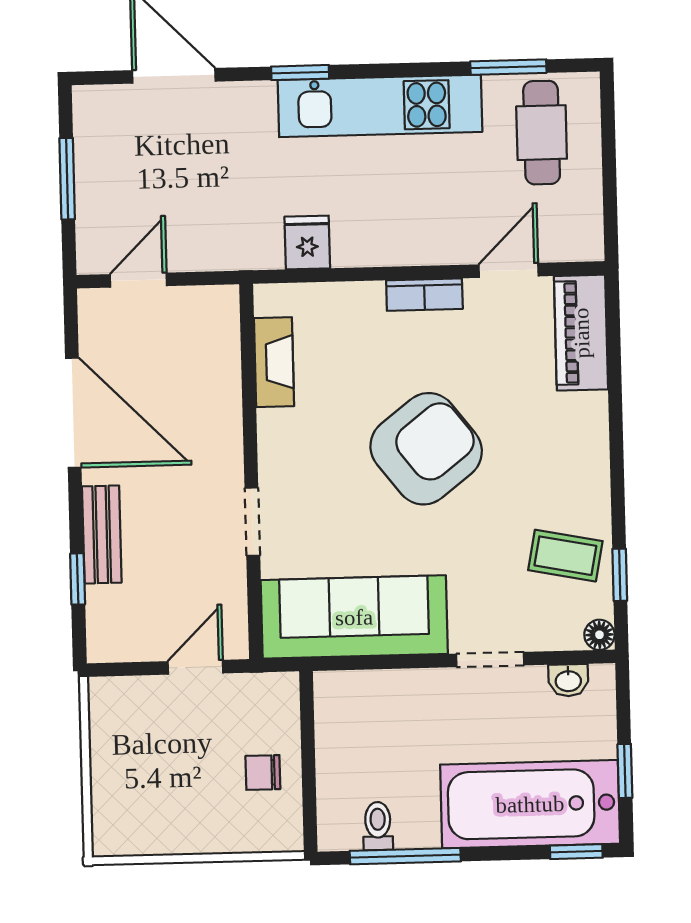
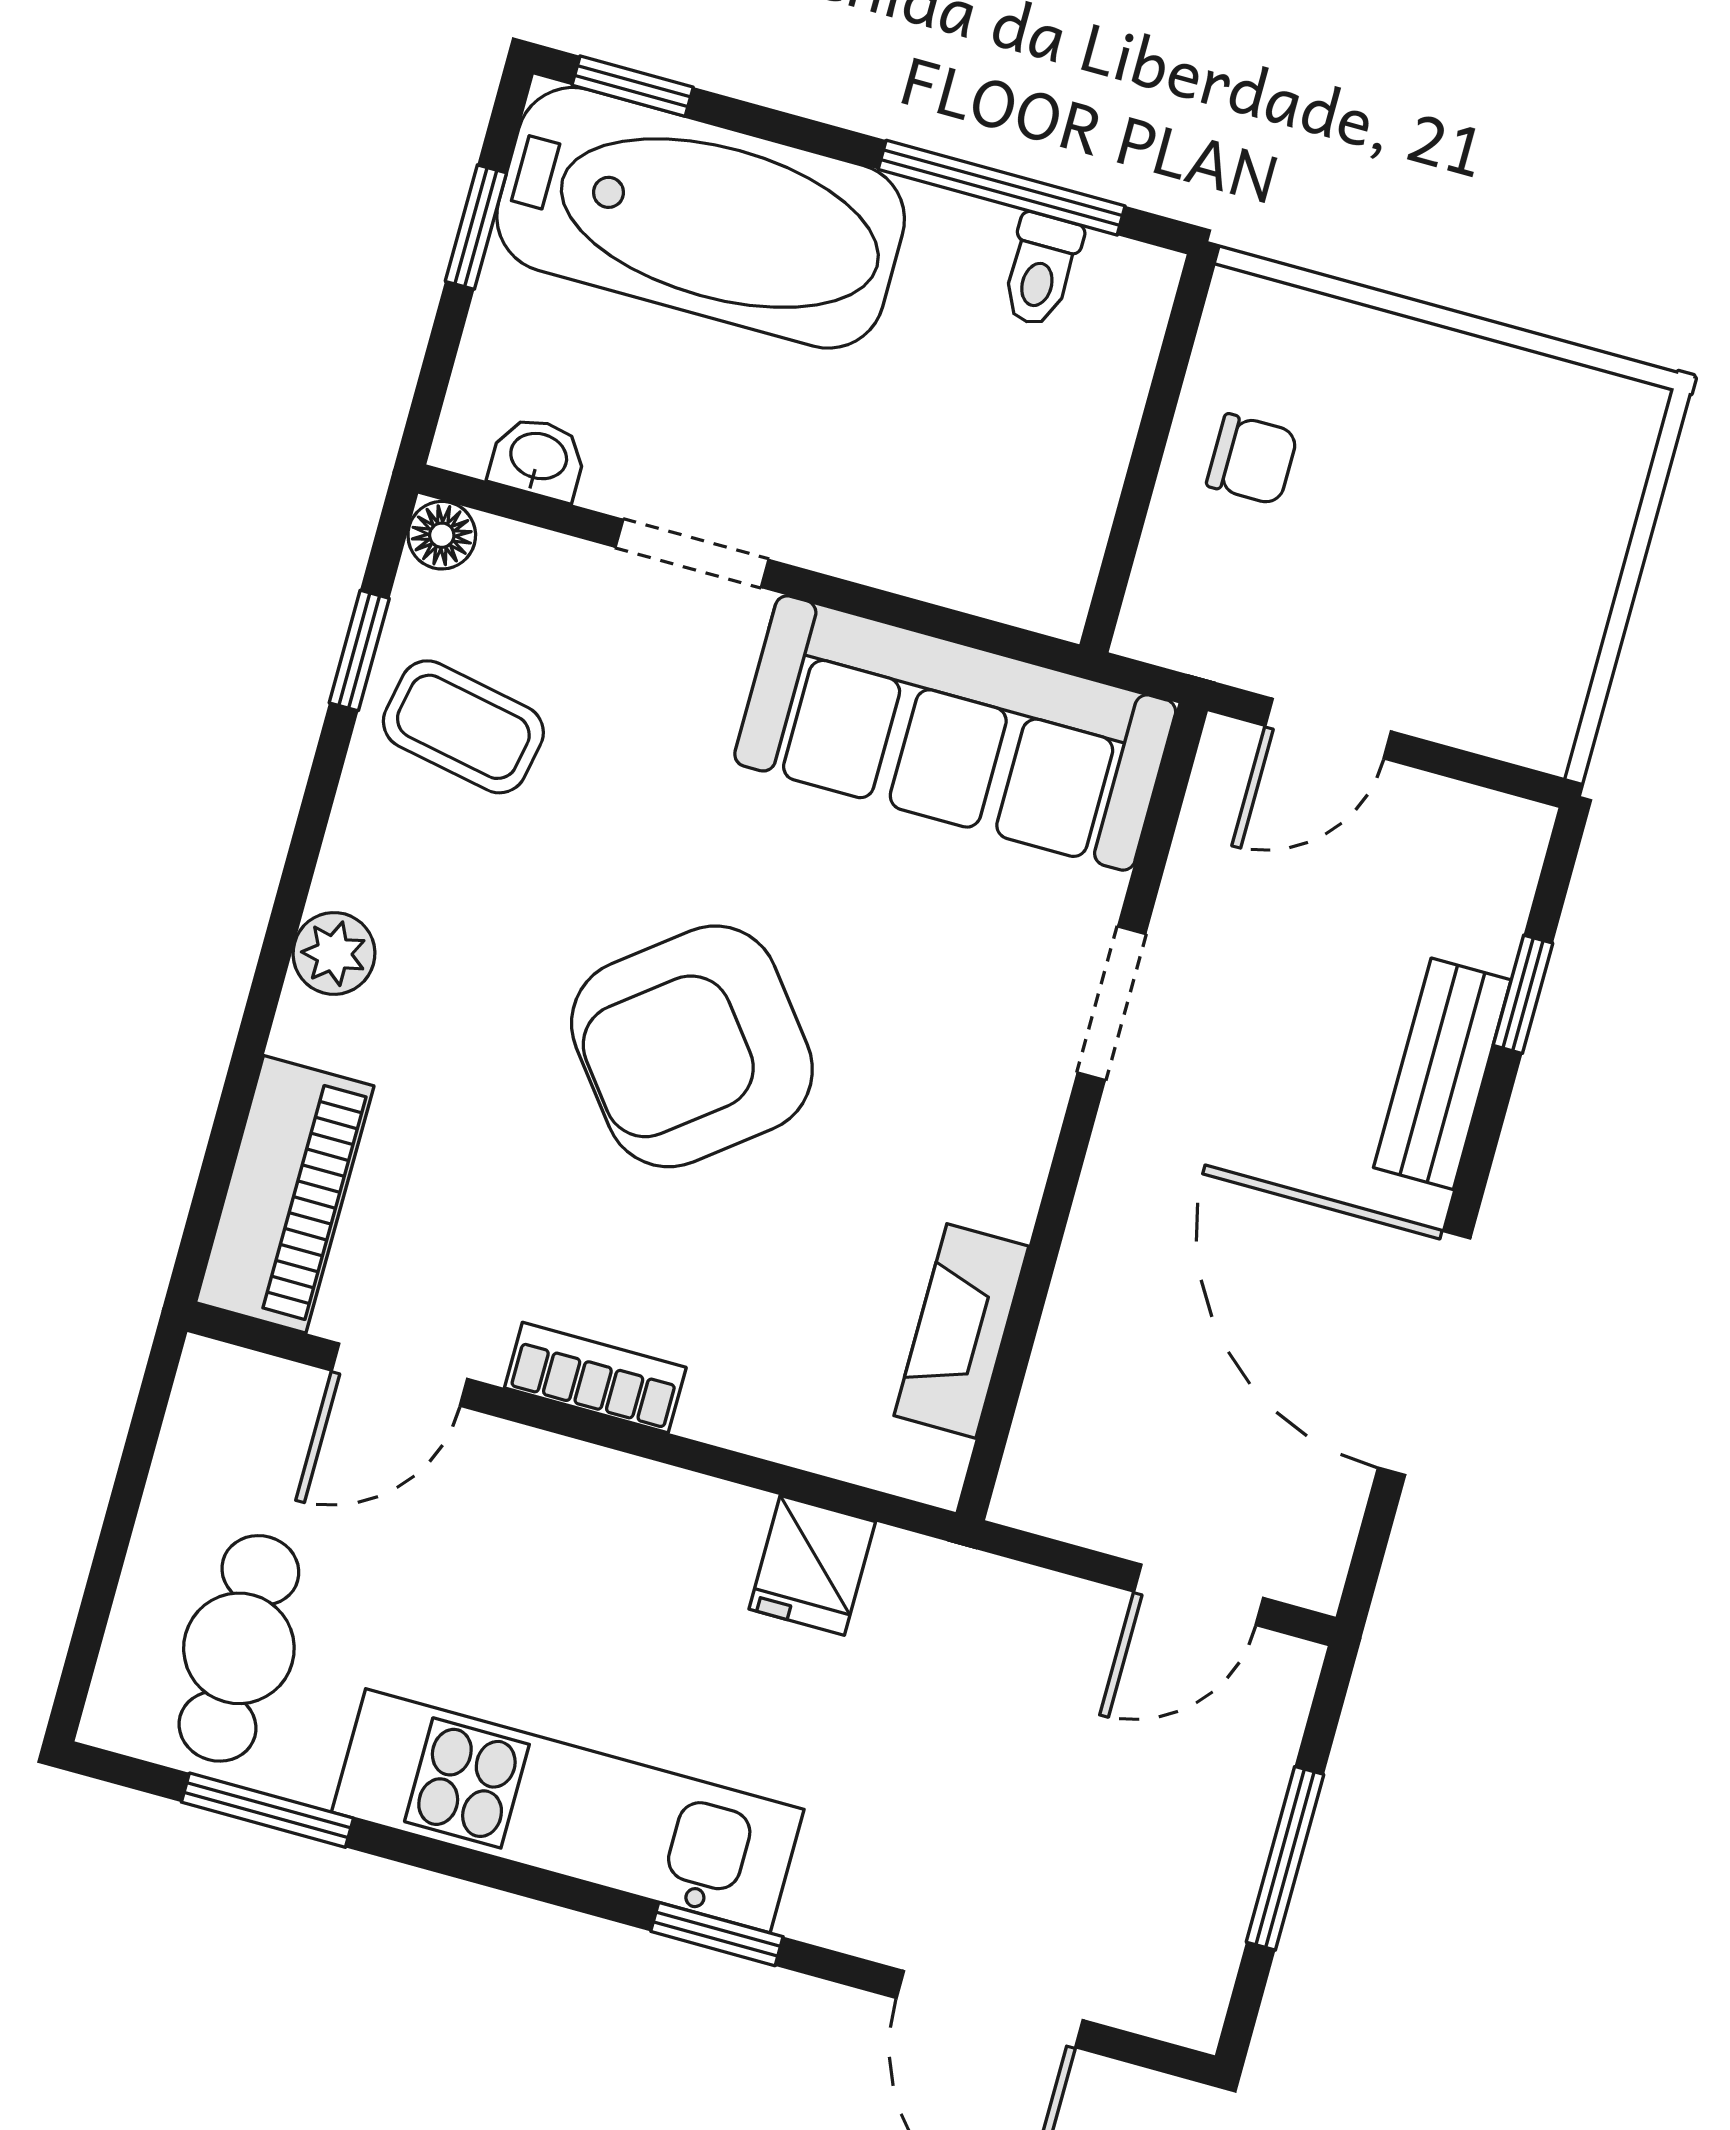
plant: (591, 442) -> (334, 953), added

